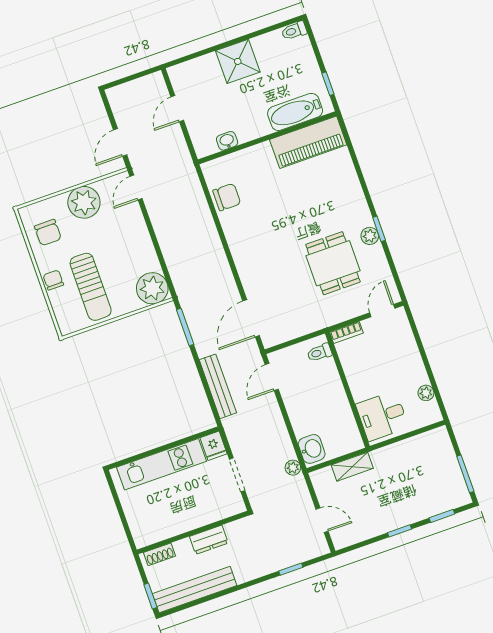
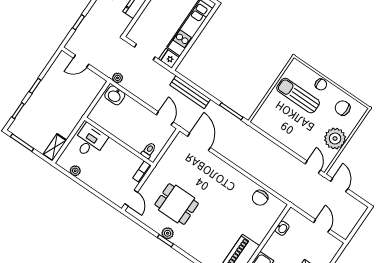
plant: (152, 288) -> (264, 119), removed
shelving: (352, 467) -> (55, 147), moved

